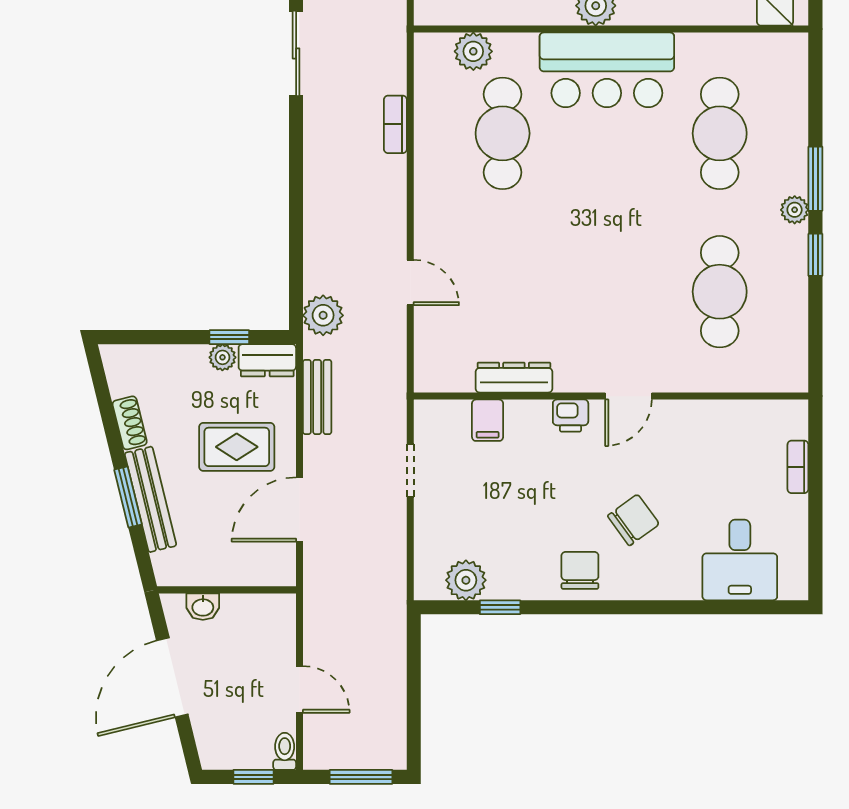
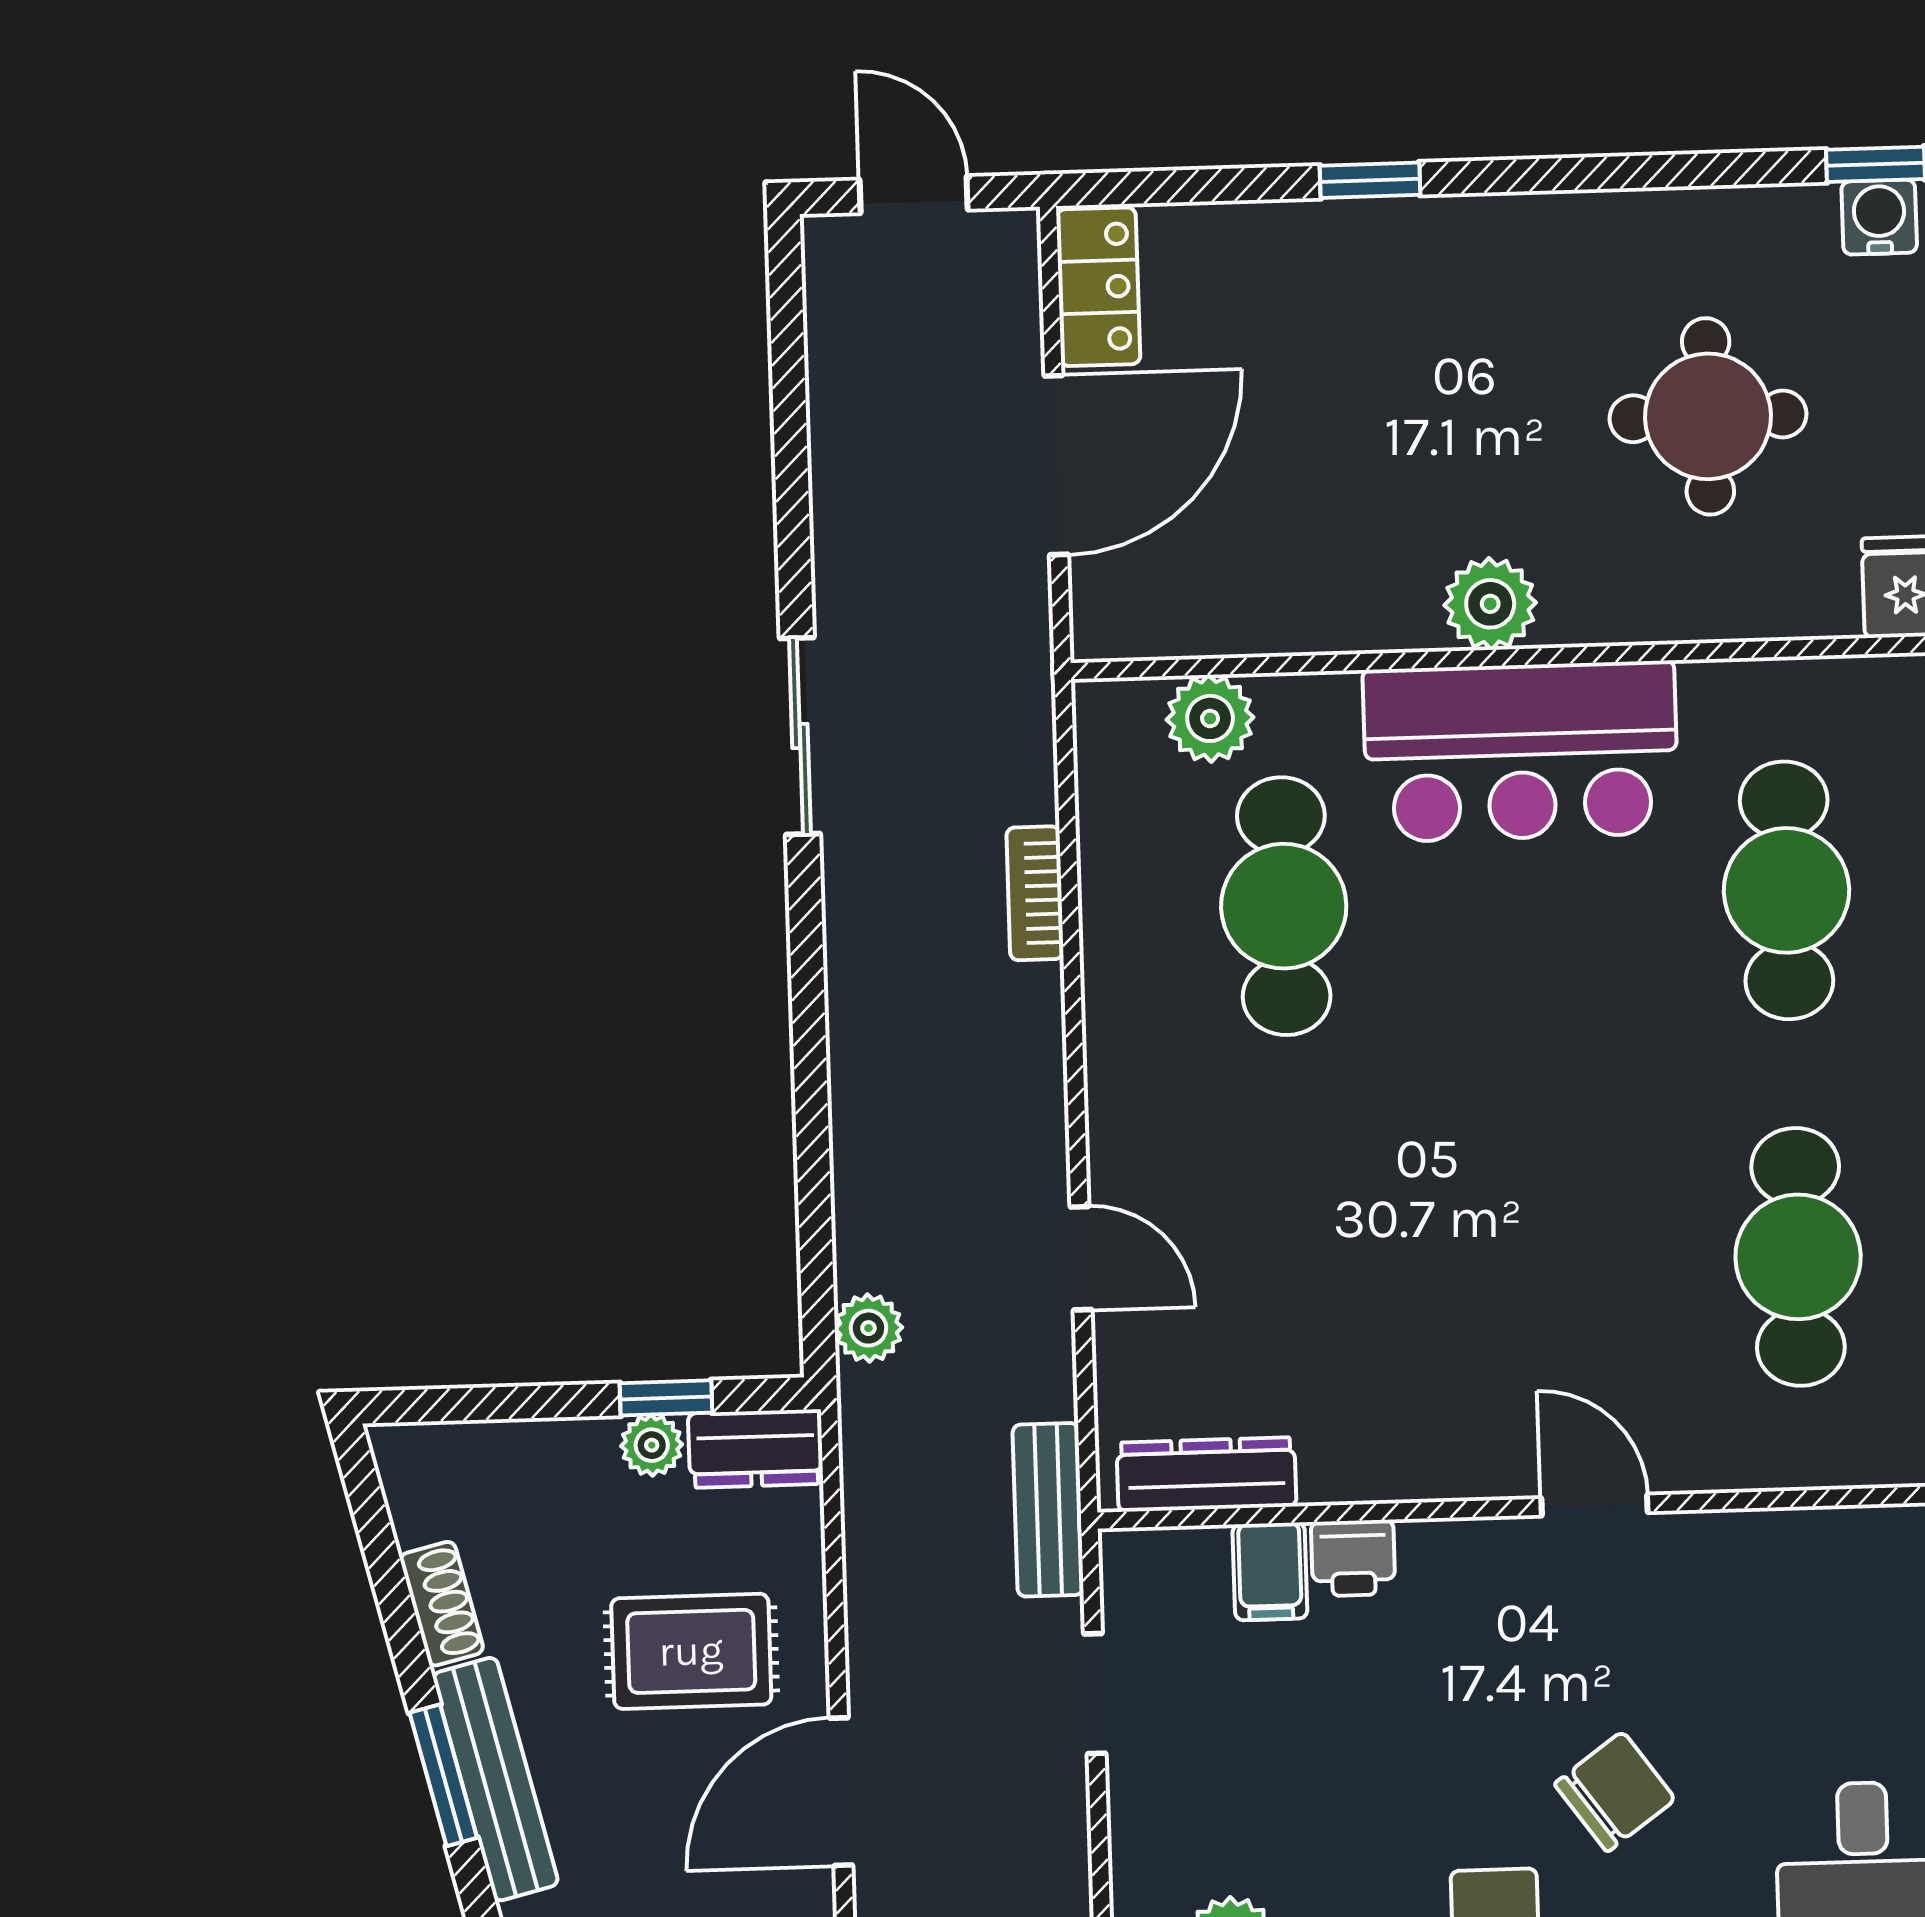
plant: (323, 315) -> (868, 1328), width x0.73, depth x0.73
dresser: (514, 378) -> (1206, 1474), moved
door: (628, 396) -> (1594, 1505), swing flipped
bench: (317, 397) -> (1048, 1510), moved
printer: (571, 416) -> (1353, 1558), moved

